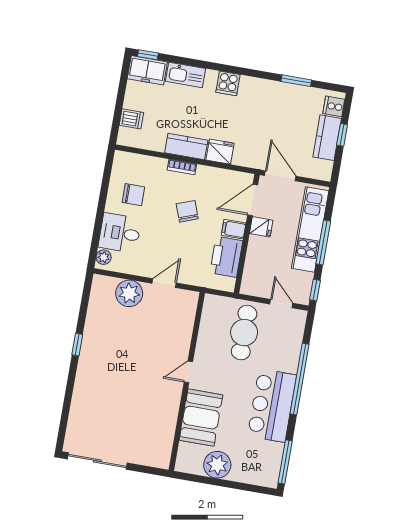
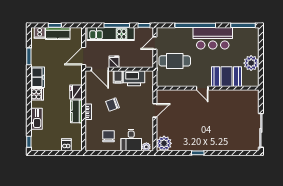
freezer: (147, 70) -> (38, 77), moved
door: (164, 283) -> (155, 110), swing flipped
plant: (129, 293) -> (164, 143), moved

